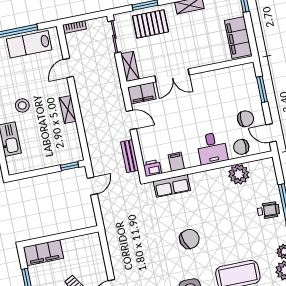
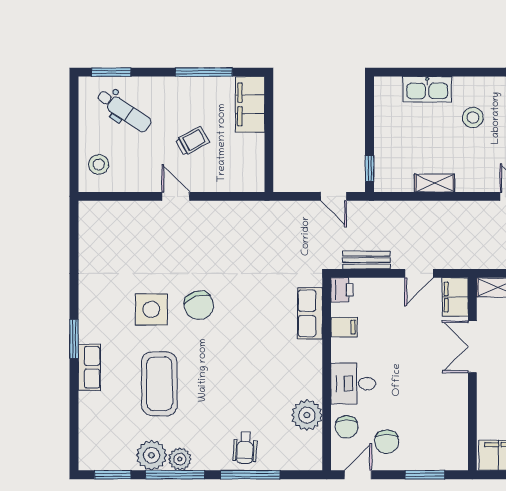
shelving: (68, 110) -> (435, 183), moved
chair: (241, 147) -> (346, 427), turned 180
chair: (189, 239) -> (199, 305), moved

